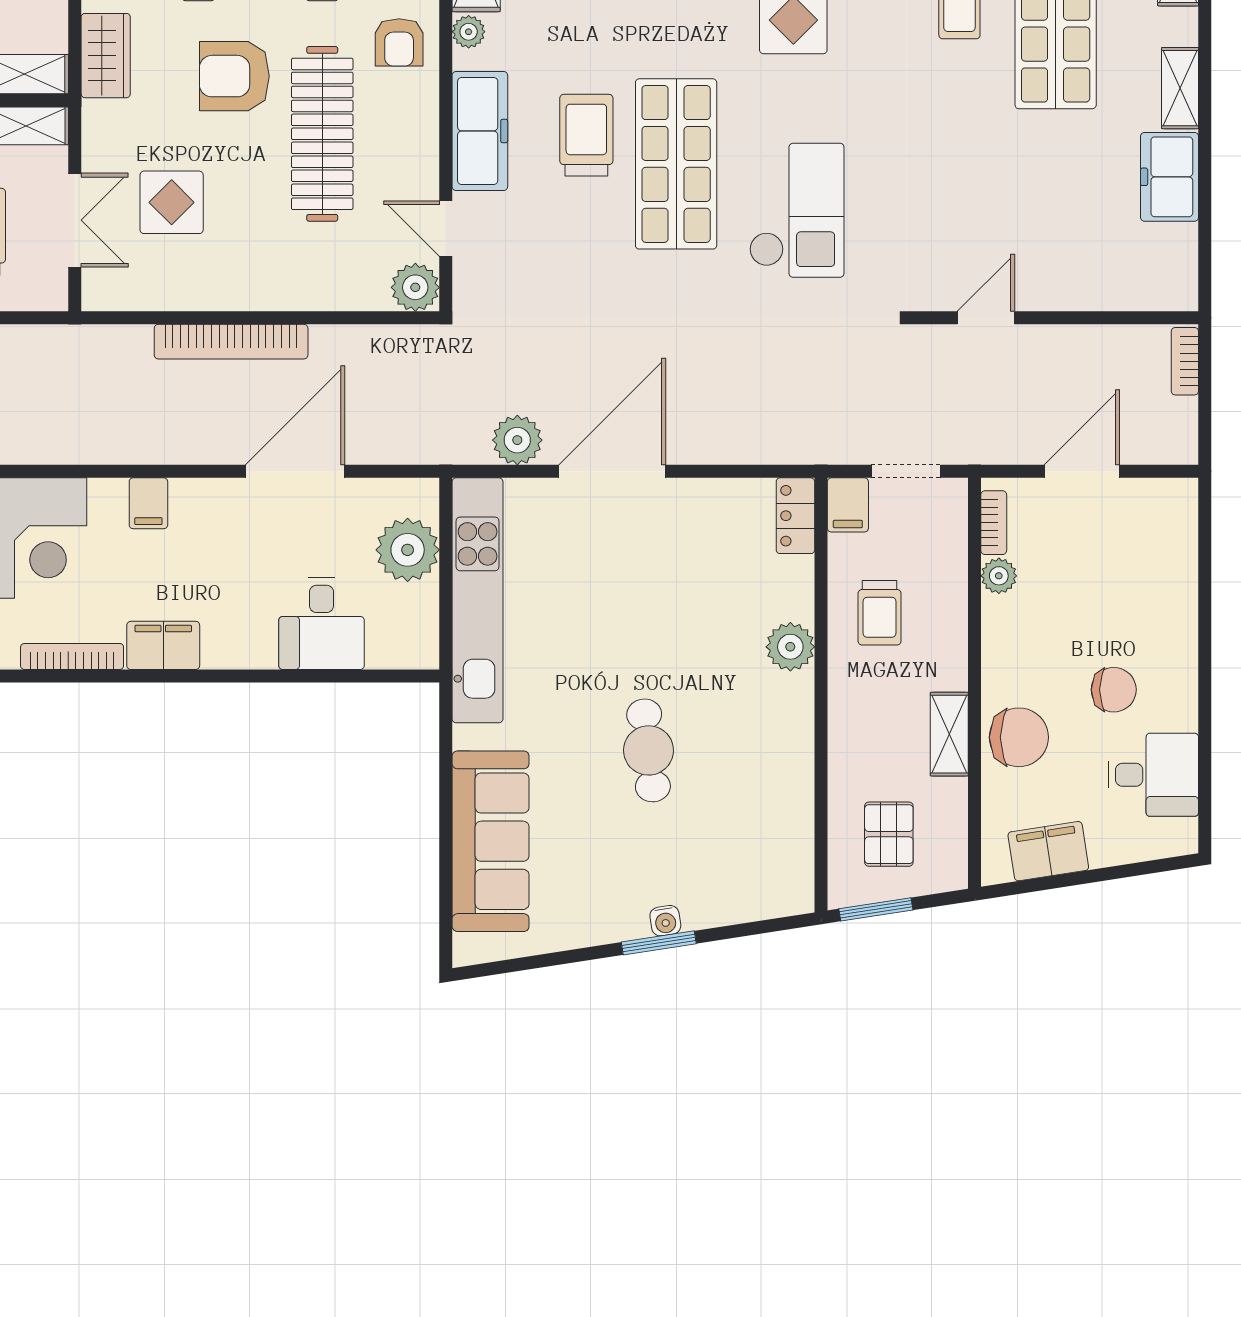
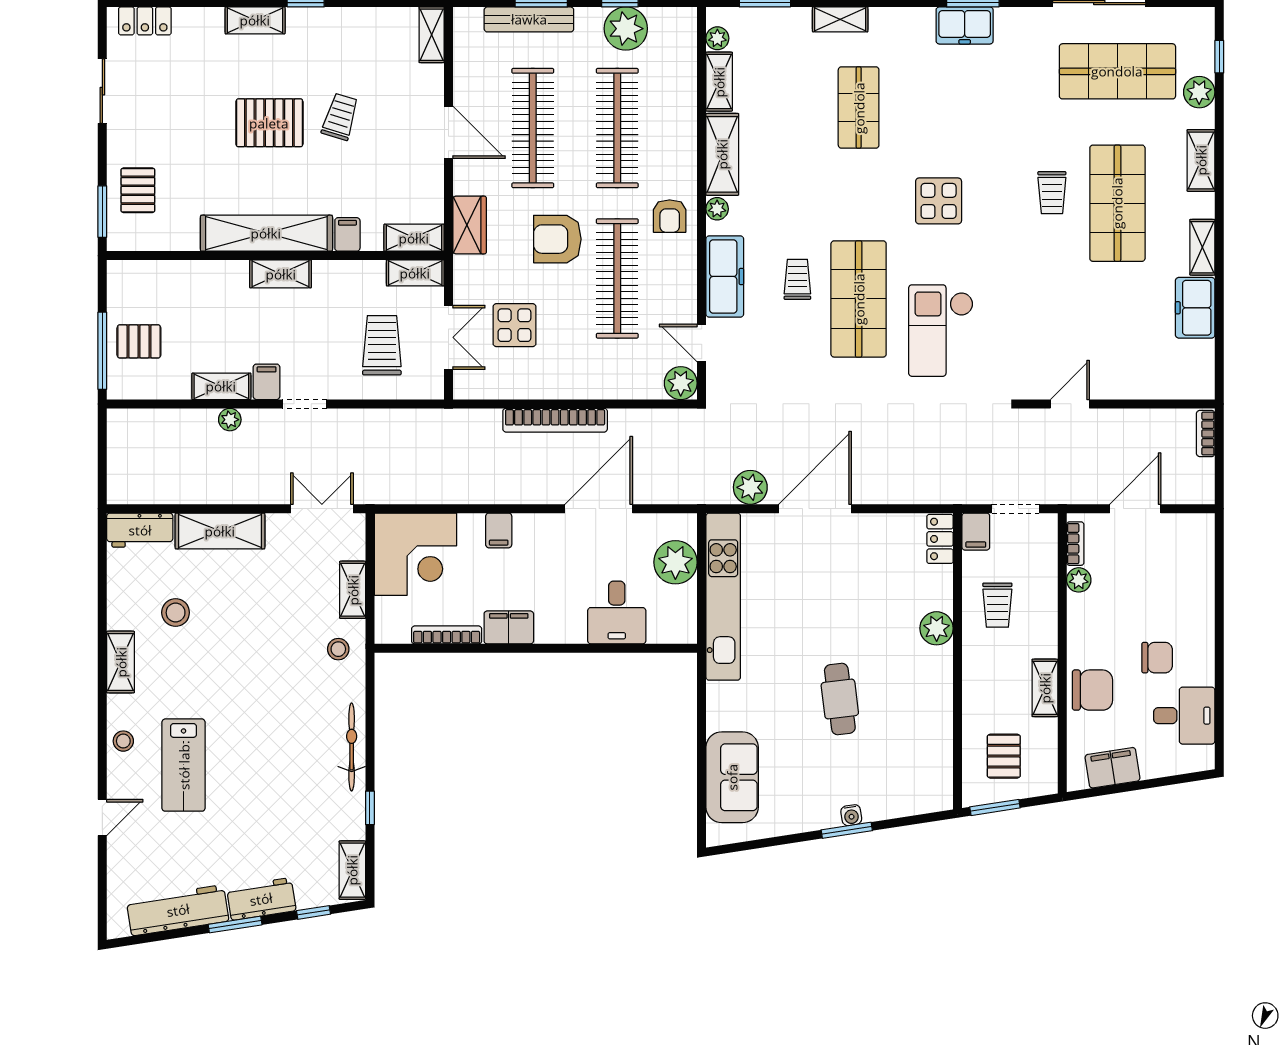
trolley: (586, 135) -> (797, 279), width x0.73, depth x0.72
checkout: (797, 210) -> (941, 331), turned 180
sofa: (491, 841) -> (732, 777), width x0.73

